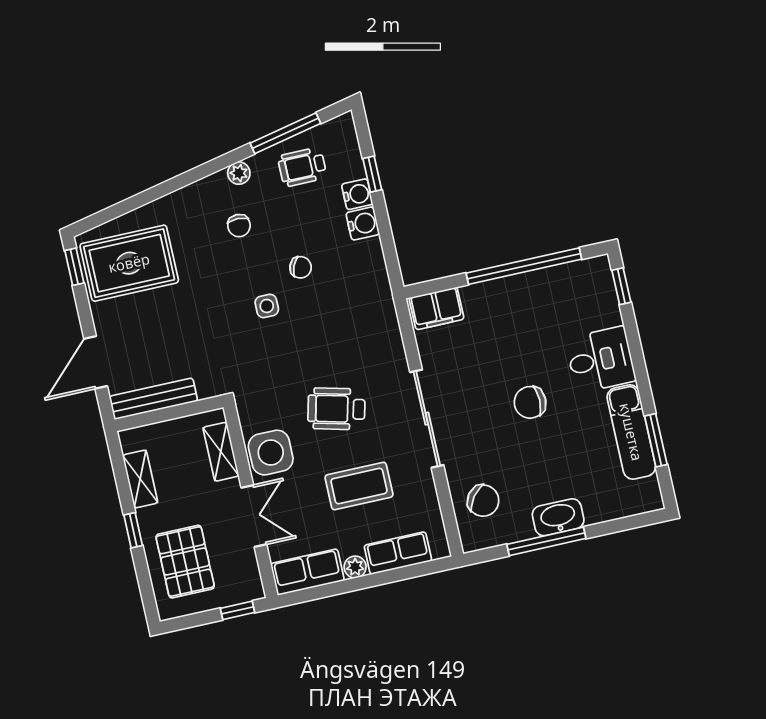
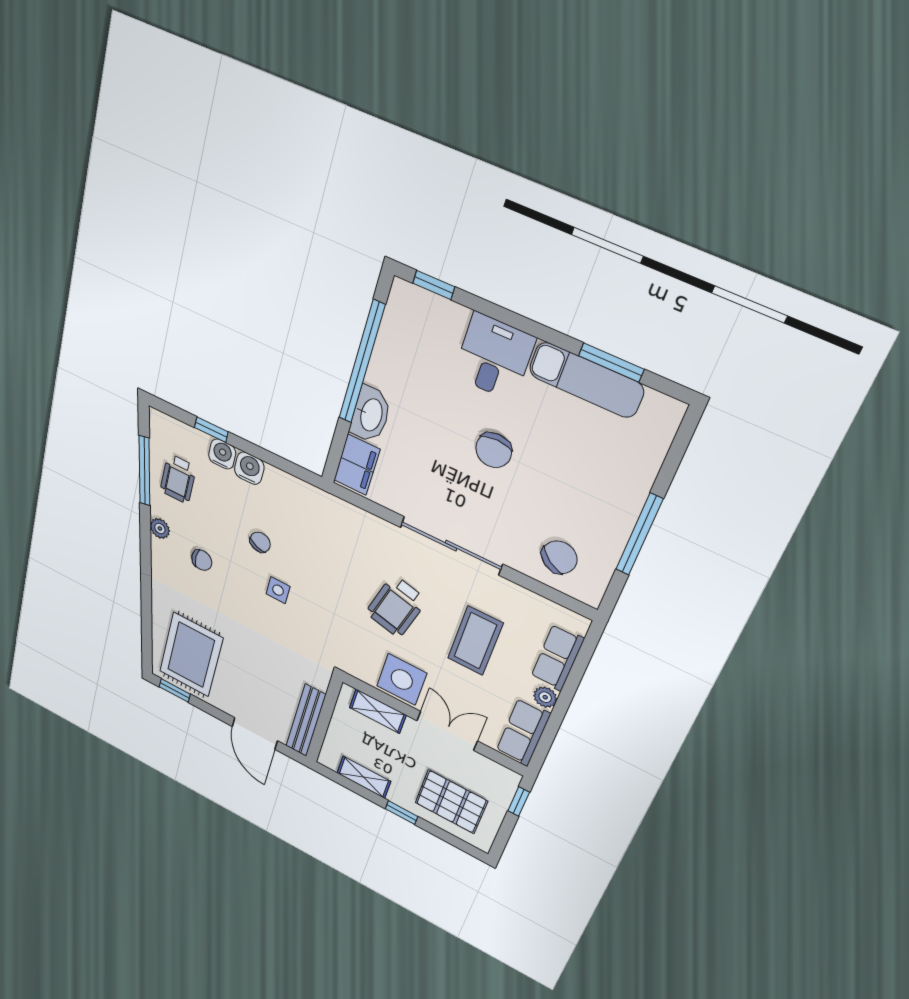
washbasin: (558, 517) -> (370, 415), moved, turned 180

